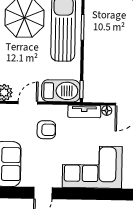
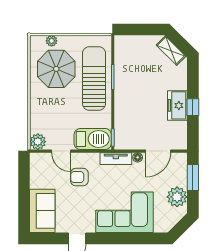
door: (28, 103) -> (61, 151), swing flipped
armchair: (46, 130) -> (79, 177), turned 180

